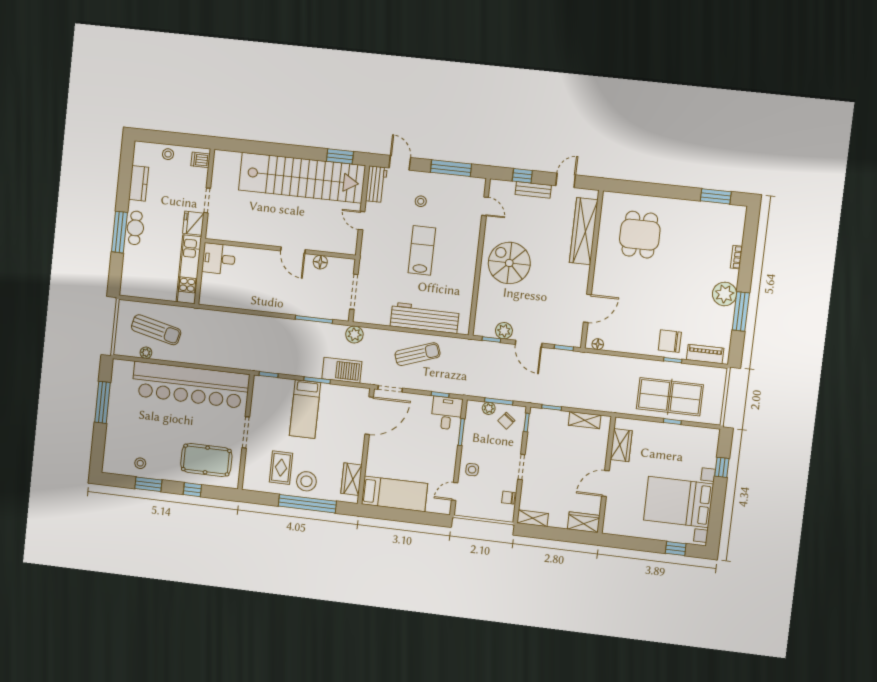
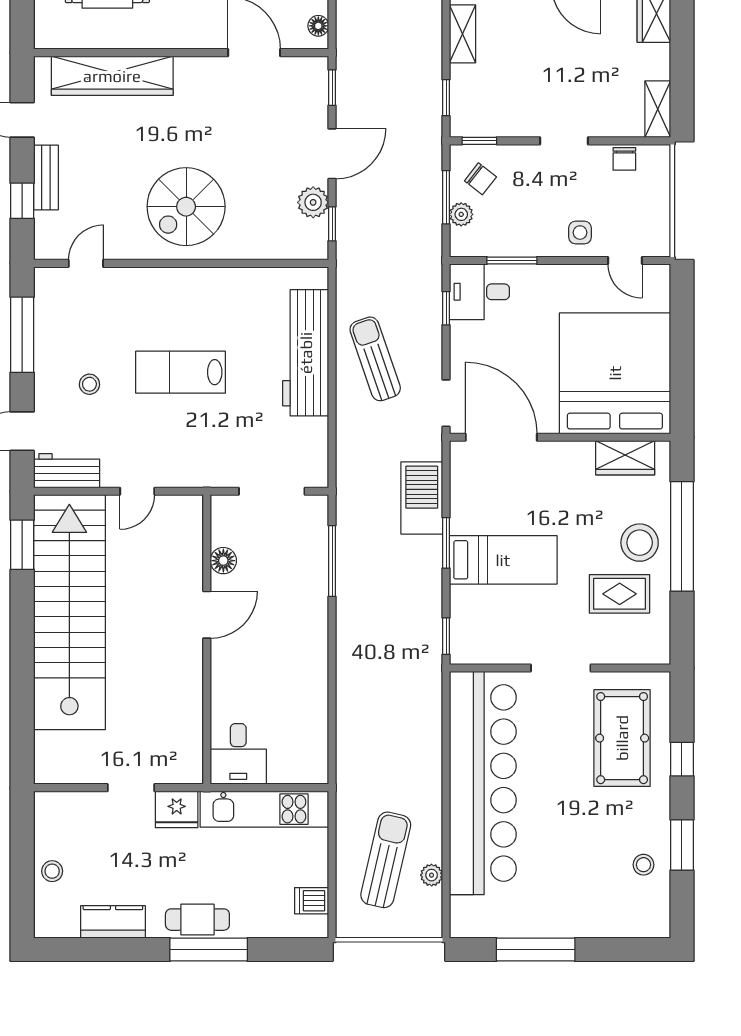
dishwasher: (200, 160) -> (312, 901), moved, turned 90
plant: (354, 334) -> (352, 482), removed
bed: (394, 494) -> (615, 373), width x2.04

